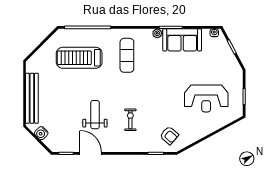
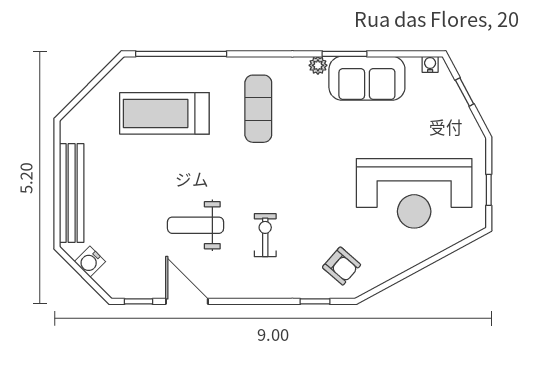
reception desk: (206, 98) -> (414, 193), width x1.36, depth x1.30
weight bench: (95, 115) -> (196, 225), turned -90

